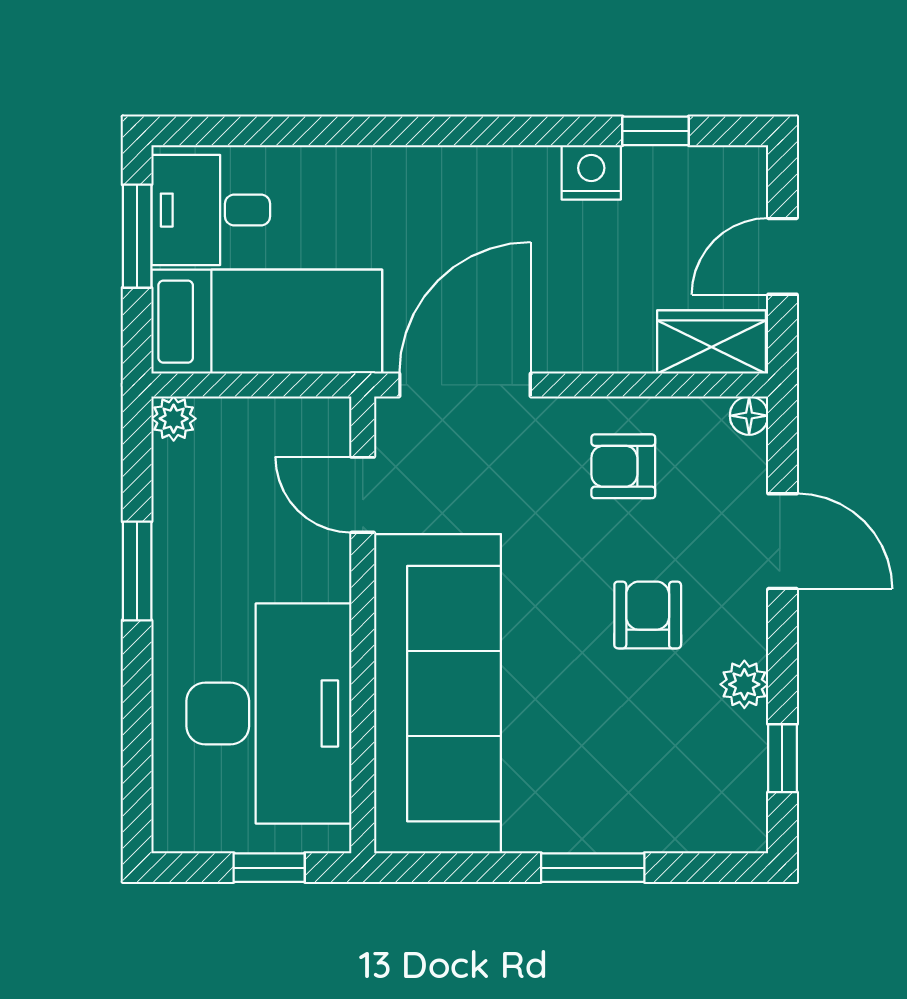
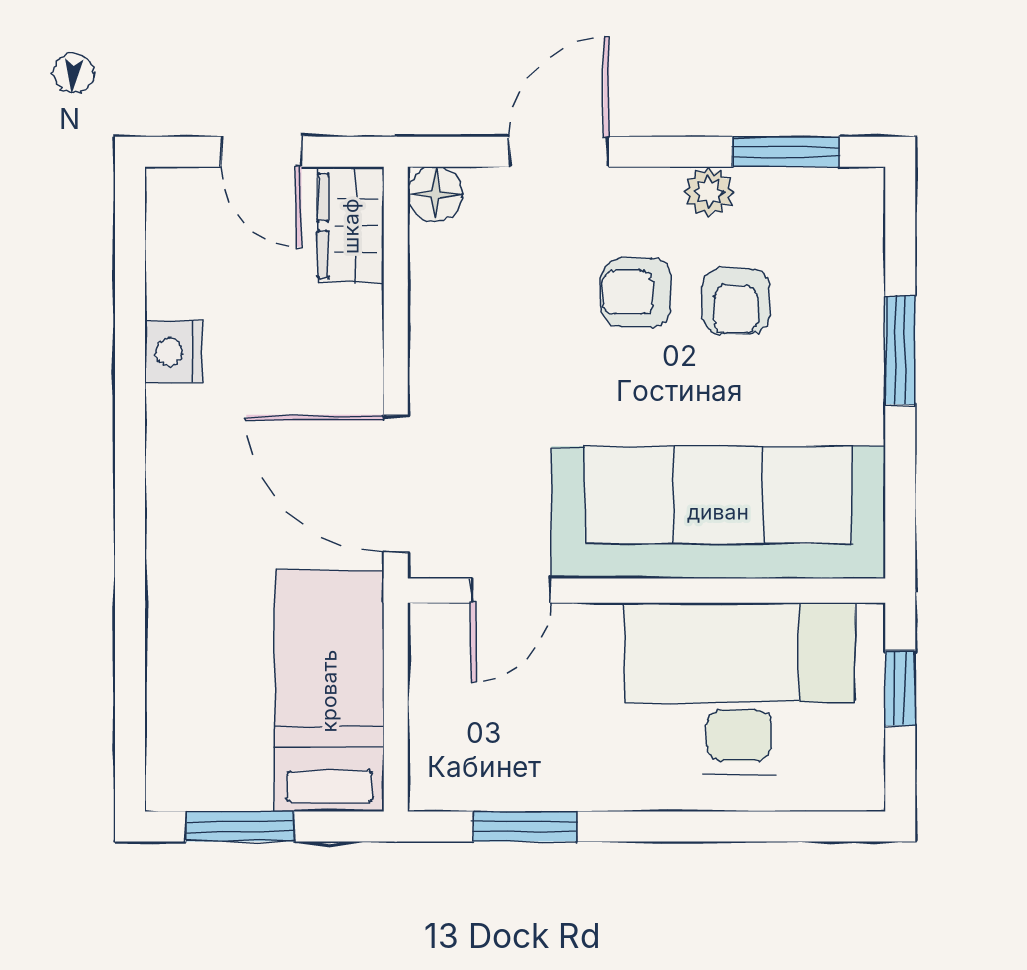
window: (656, 131) -> (130, 284), removed
desk: (211, 210) -> (213, 749), removed
floor lamp: (749, 416) -> (435, 194), width x1.37, depth x1.37
plant: (174, 419) -> (431, 788), removed
armchair: (623, 466) -> (736, 301), moved
window: (137, 571) -> (525, 826), moved
window: (782, 758) -> (786, 152), width x1.50

